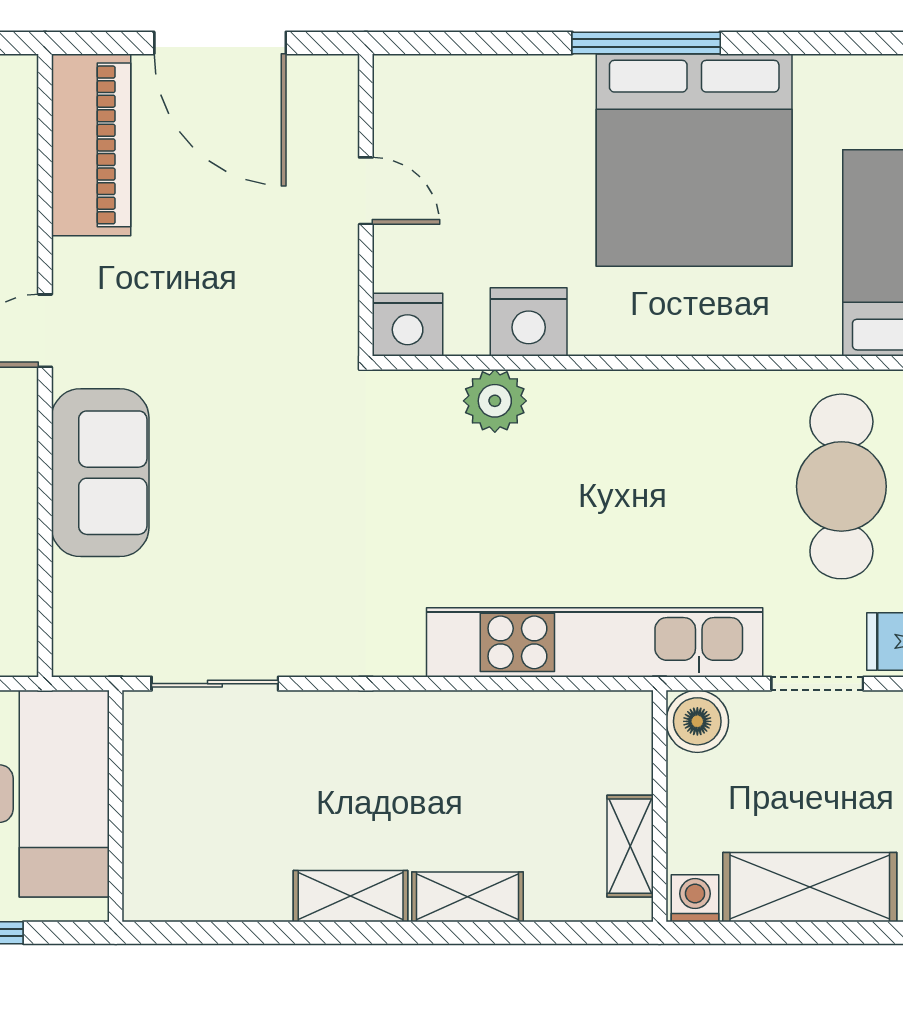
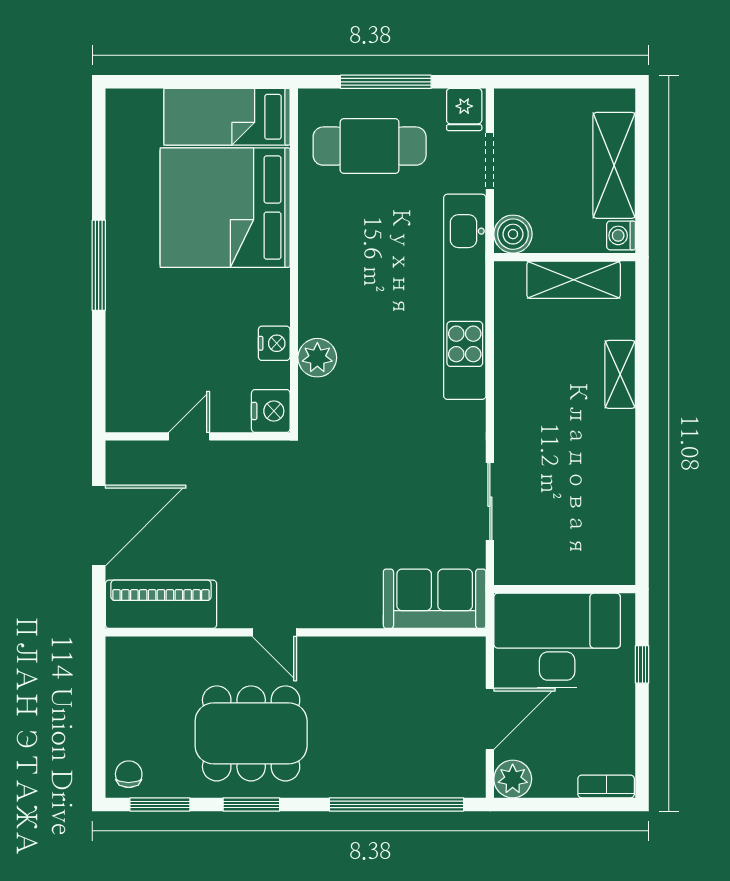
bed: (694, 160) -> (225, 208), moved, turned 180
nightstand: (529, 322) -> (274, 343), width x0.74, depth x0.75
sofa: (100, 473) -> (435, 599), moved
sliding door: (215, 684) -> (490, 502), moved
shelving: (630, 846) -> (574, 280), width x1.50, depth x1.33
shelving: (351, 896) -> (620, 446), removed

